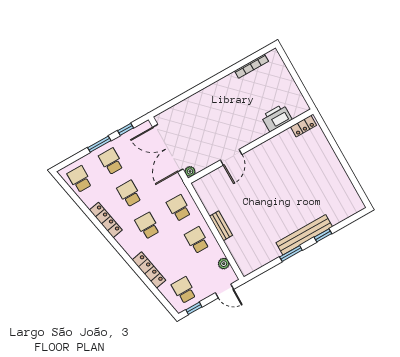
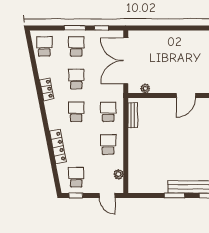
door: (231, 157) -> (186, 95), moved
plant: (190, 171) -> (145, 89), moved
locker: (106, 220) -> (47, 89), width x0.66
bench: (221, 226) -> (133, 115), moved

